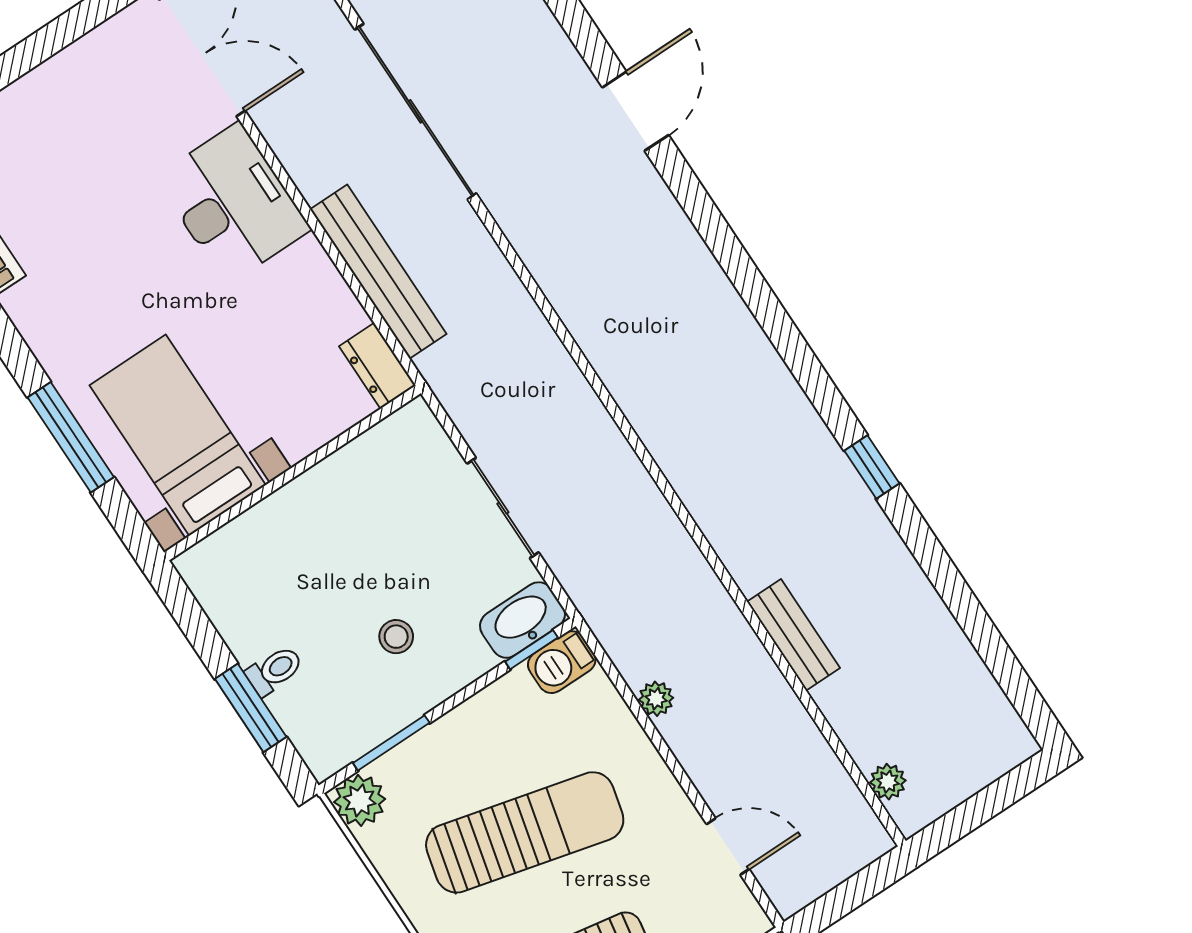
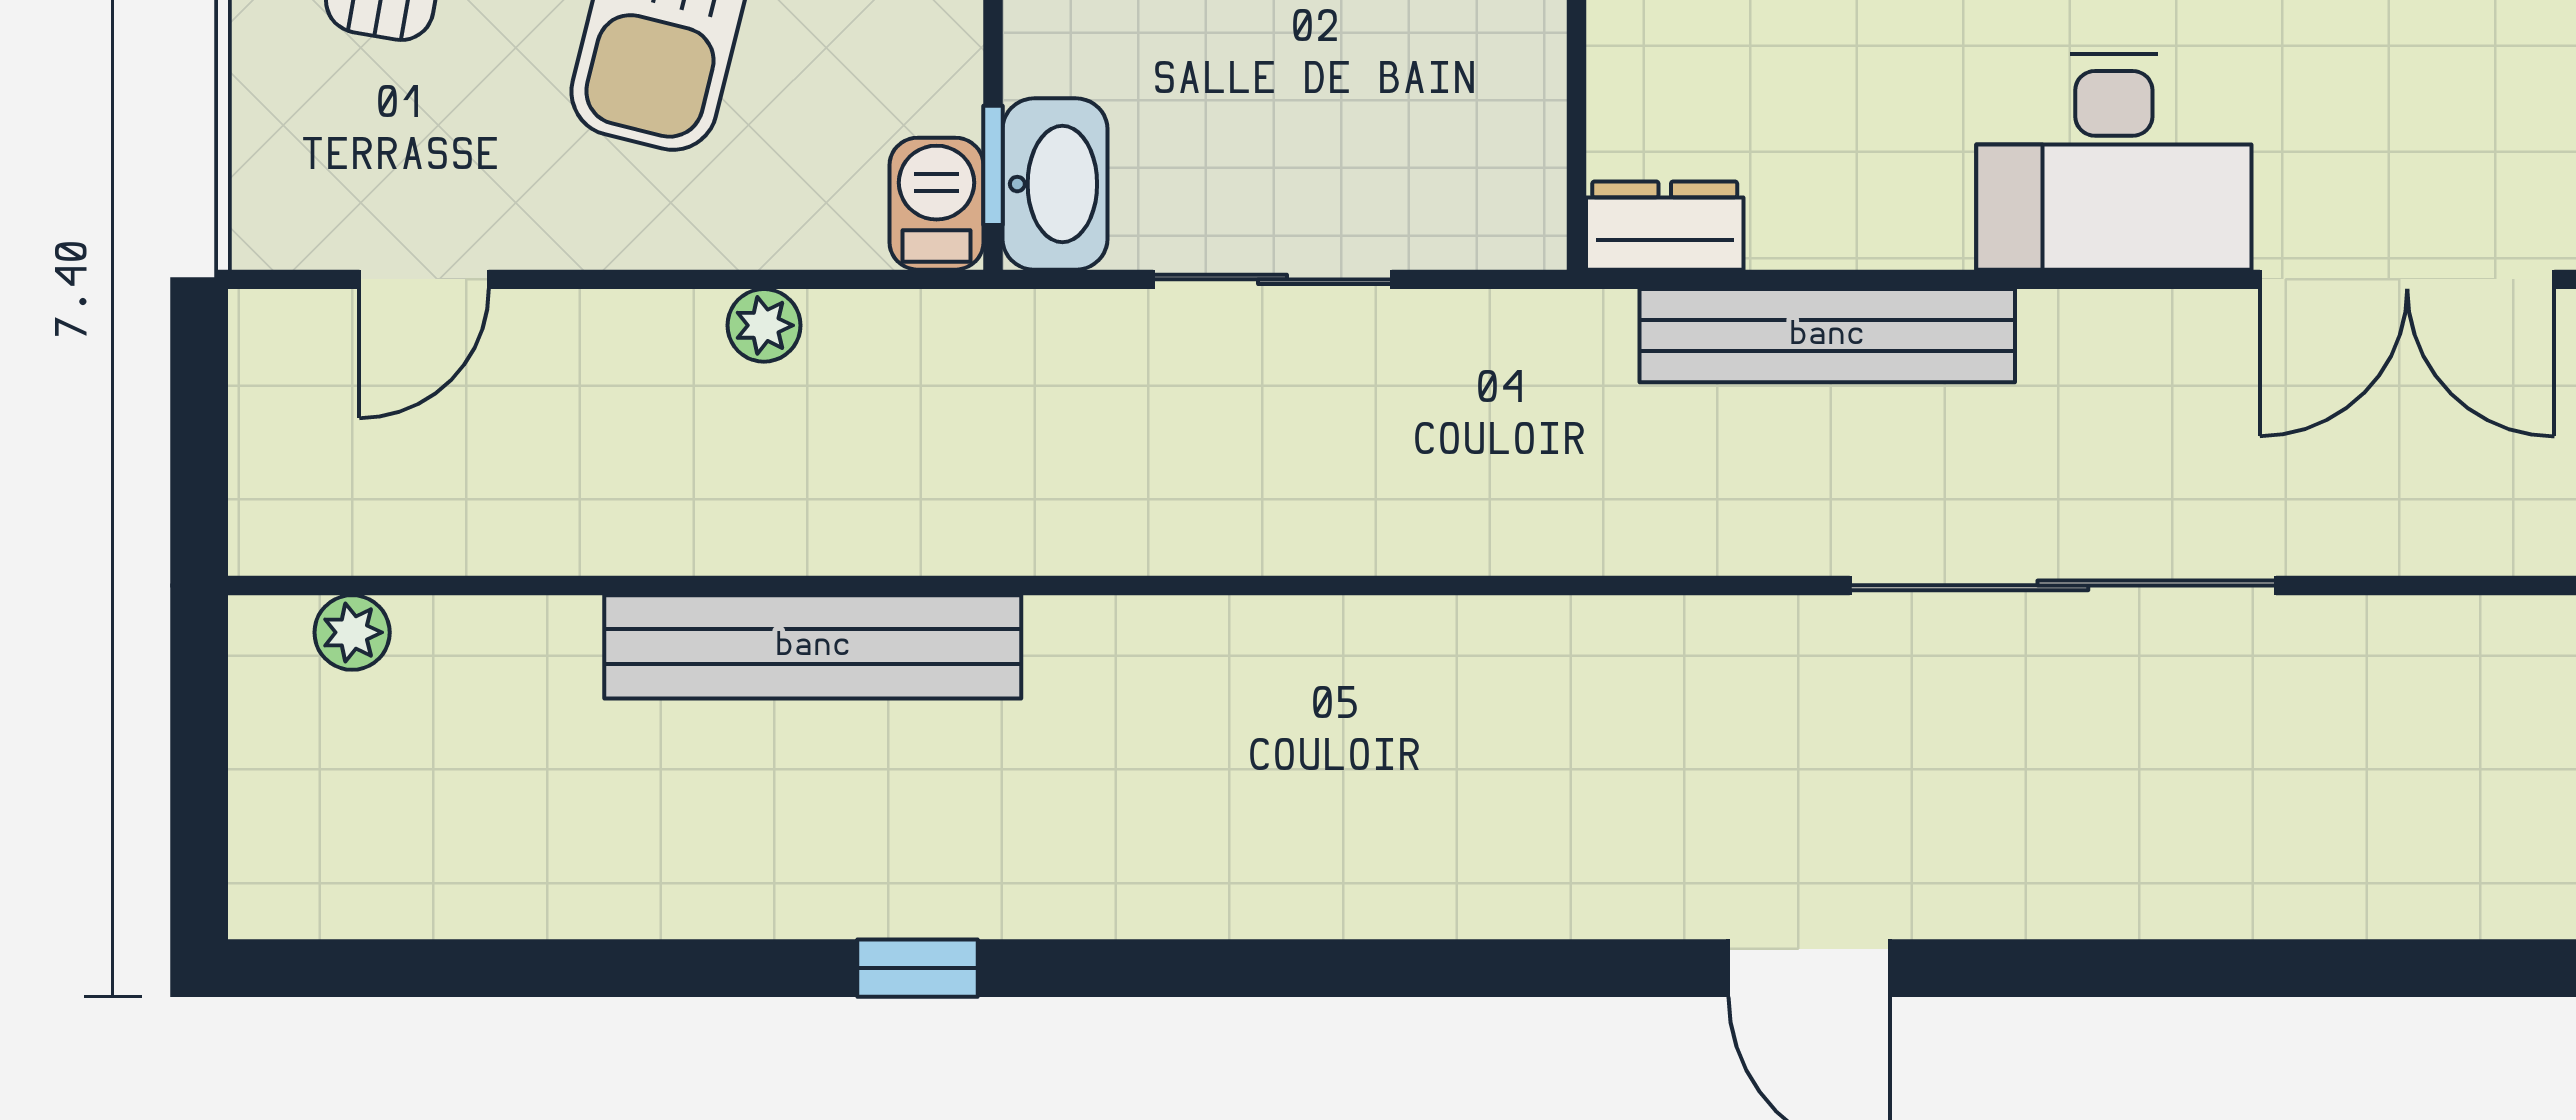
bench: (793, 635) -> (813, 647), width x1.86, depth x1.21

